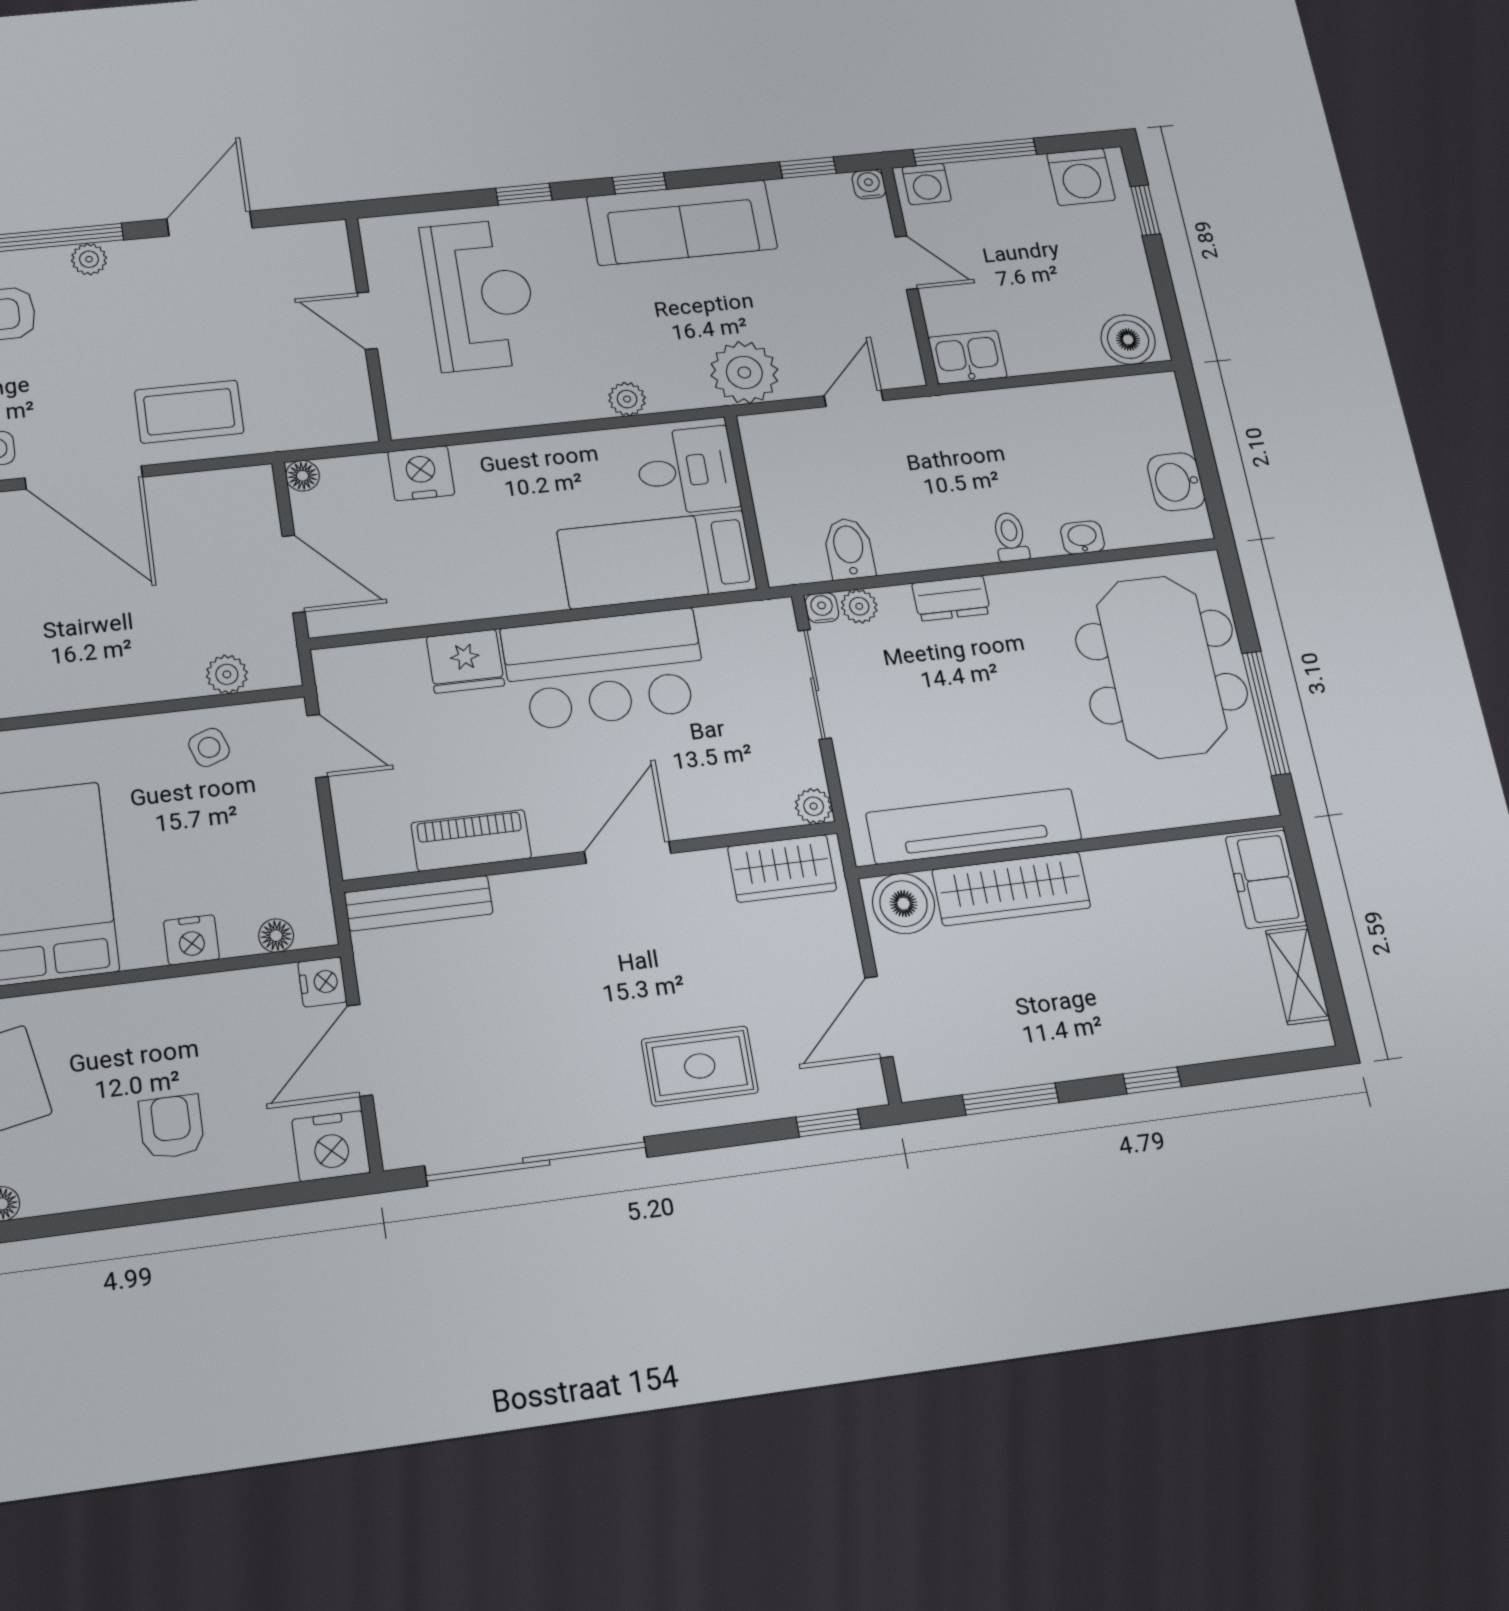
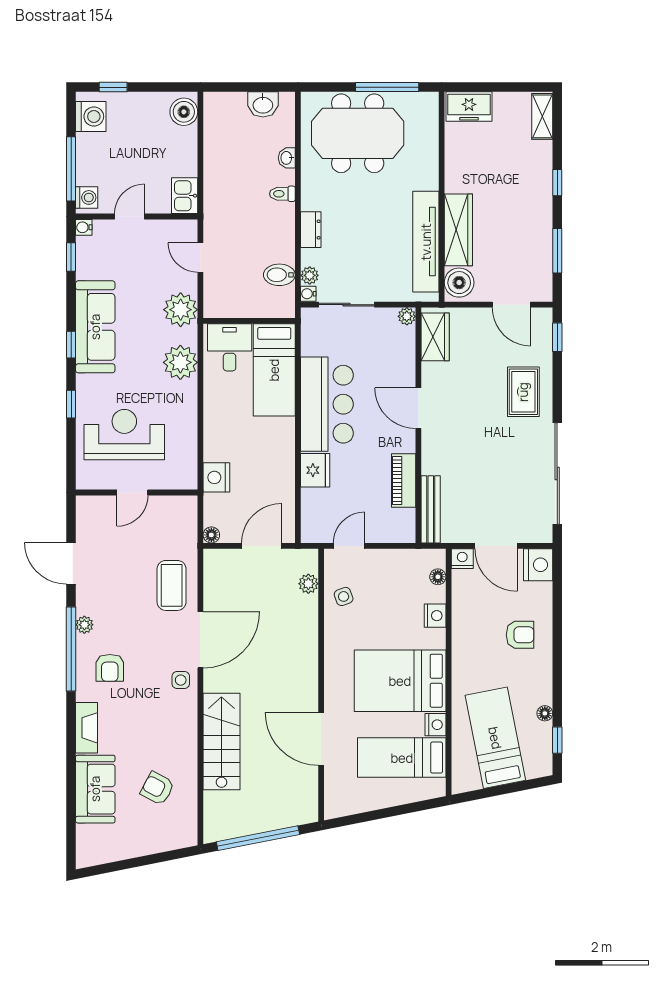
plant: (627, 399) -> (180, 362), width x1.87, depth x1.87
shelving: (1298, 975) -> (542, 116), moved, turned 90
armchair: (172, 1127) -> (520, 635), turned 180

